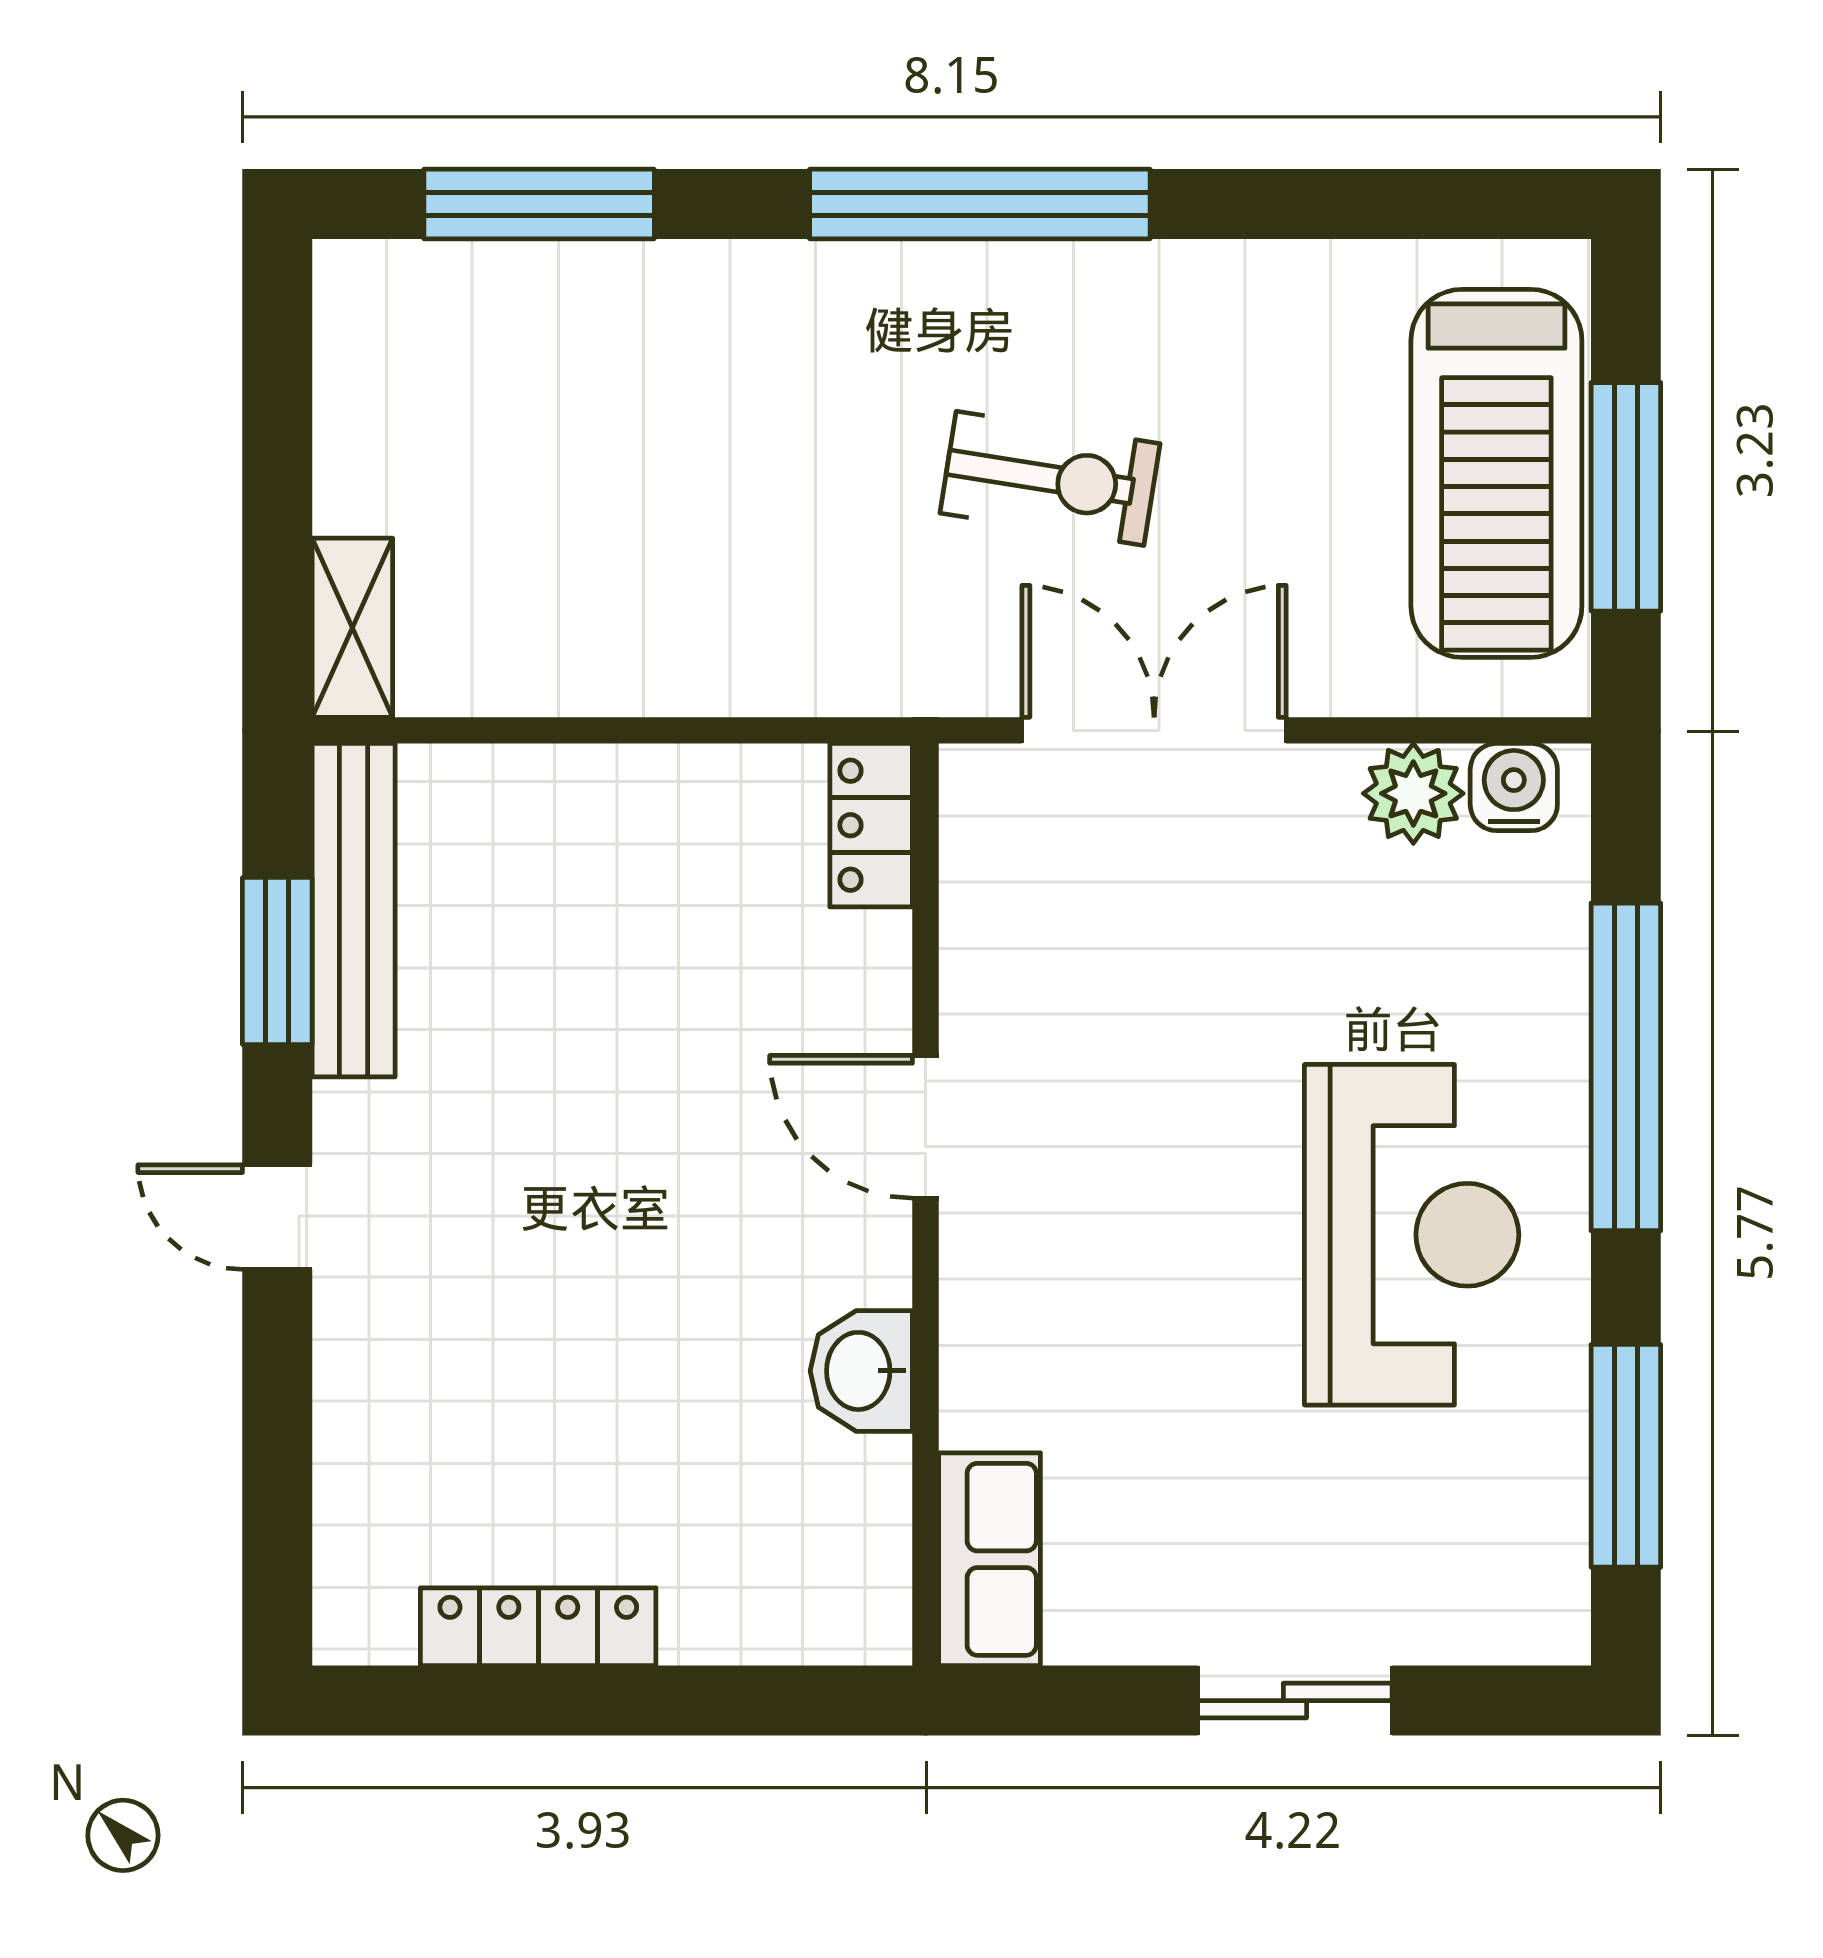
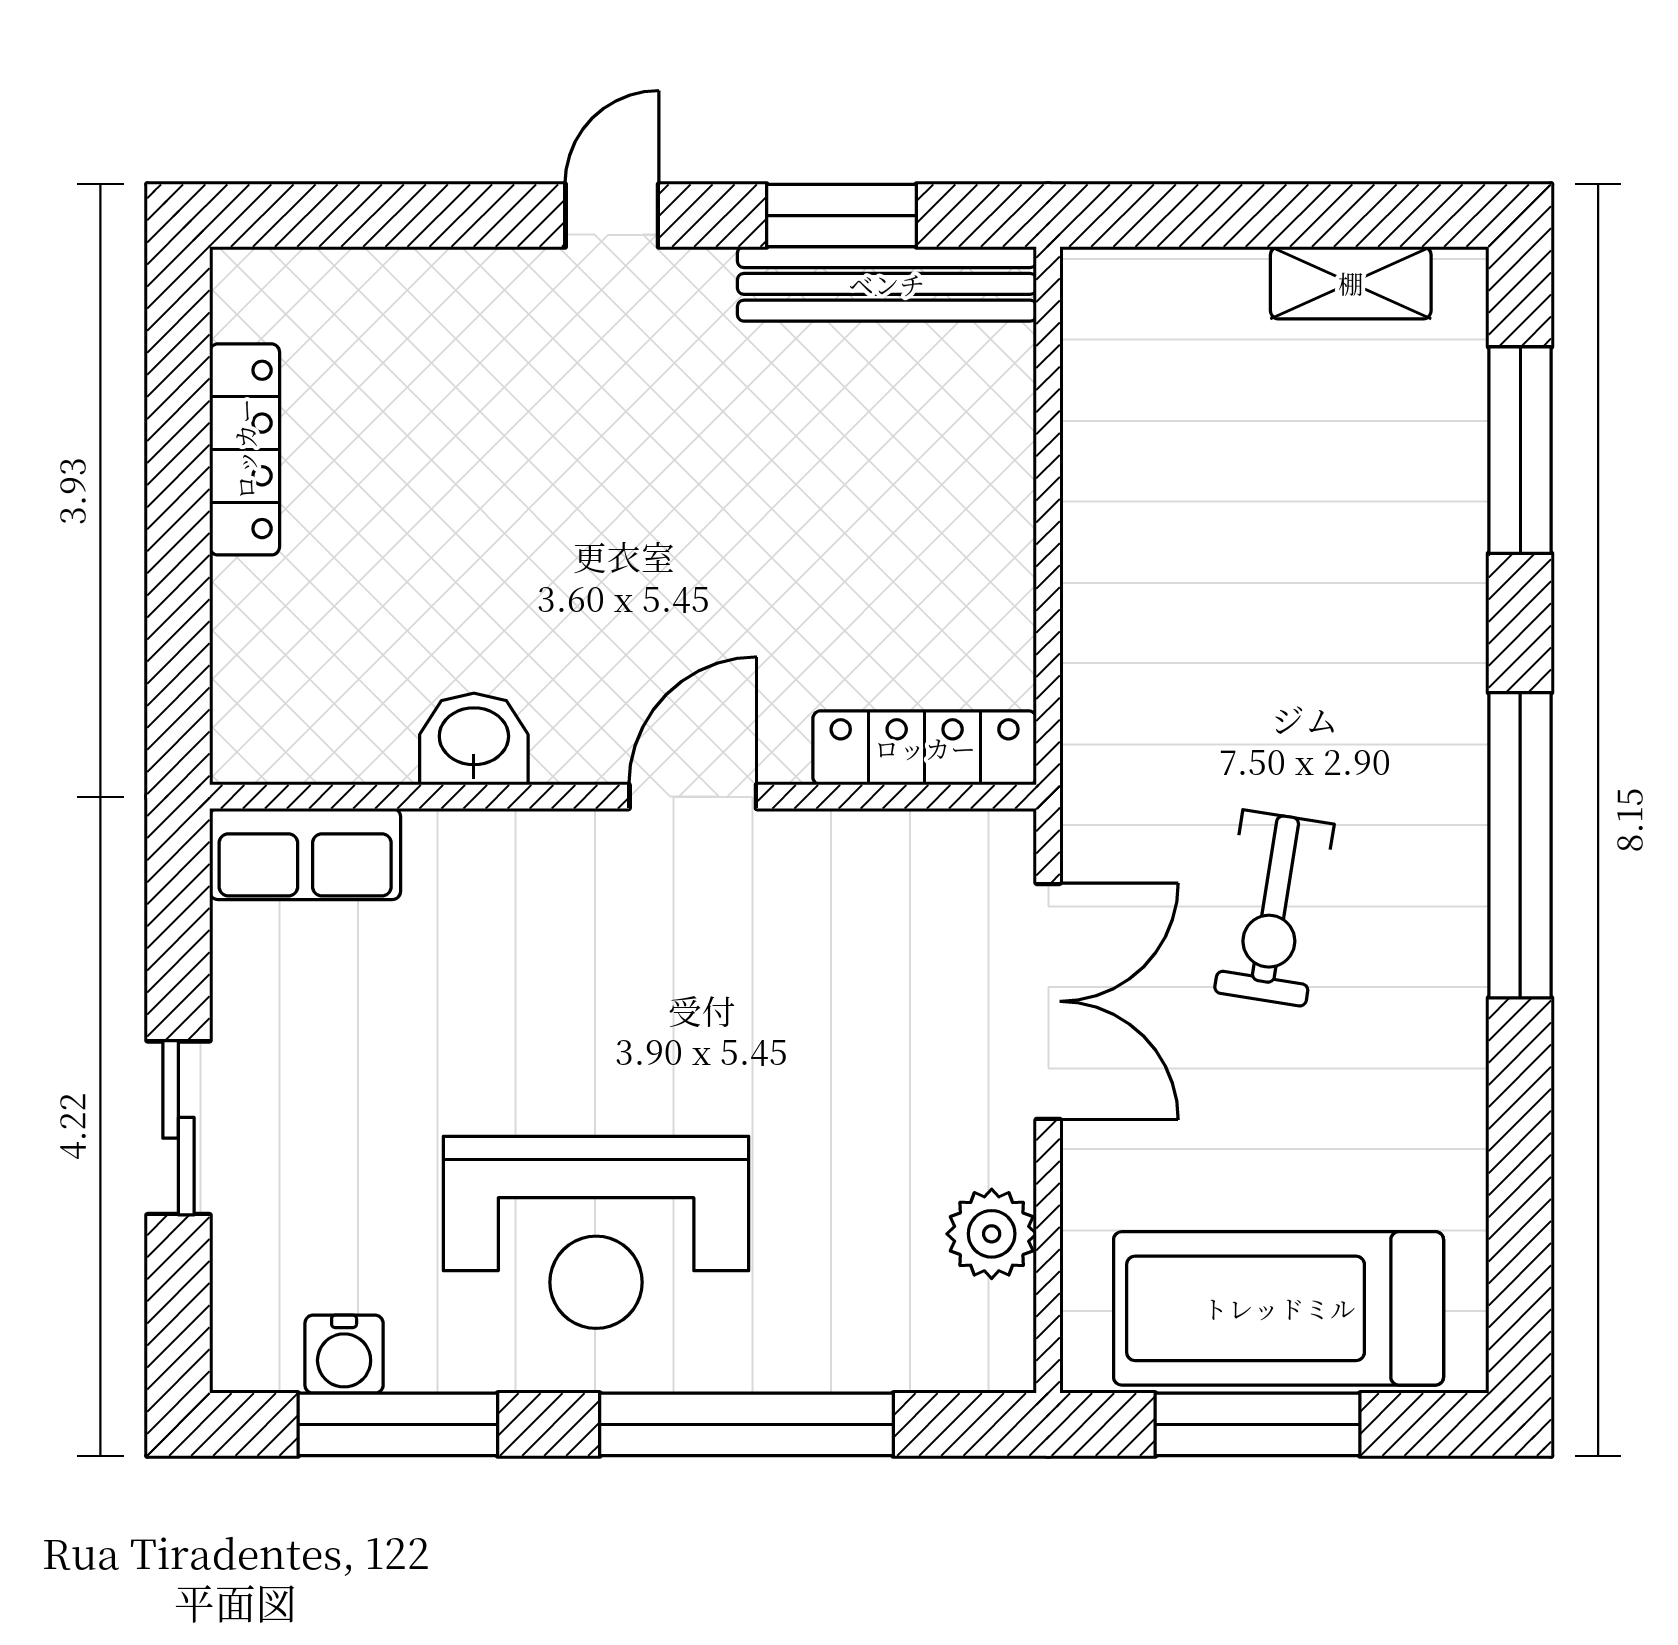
shelving: (352, 628) -> (1351, 283), moved
water cooler: (1514, 787) -> (344, 1354), moved, turned 90
locker: (871, 825) -> (925, 748), width x1.53

